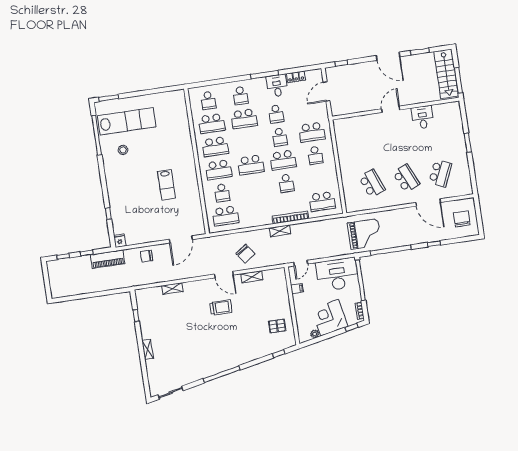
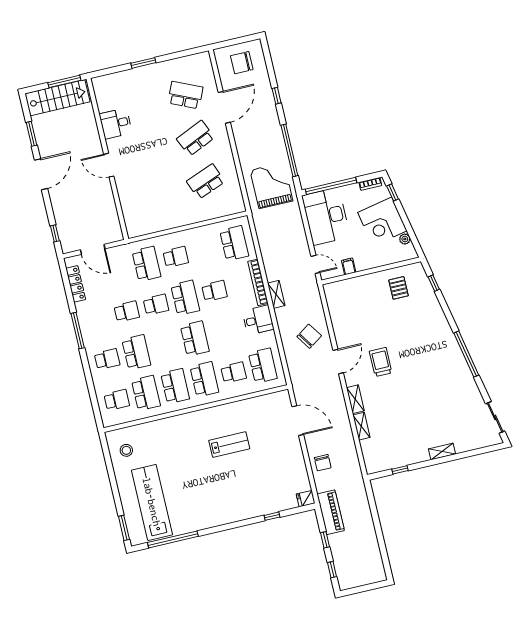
locker: (296, 77) -> (76, 284), width x1.53
desk: (277, 86) -> (258, 320), moved, turned 180
stool: (123, 150) -> (126, 450), moved
shelving: (252, 277) -> (355, 399), moved

